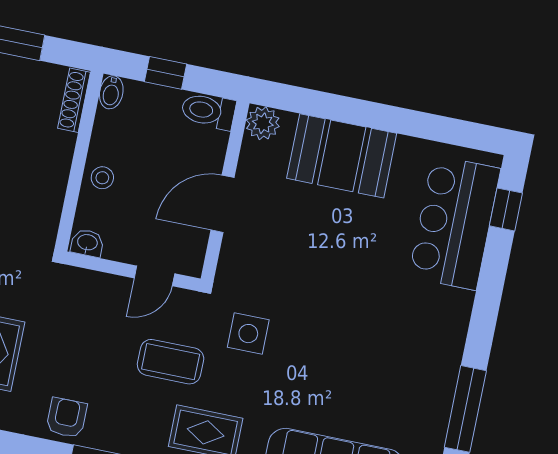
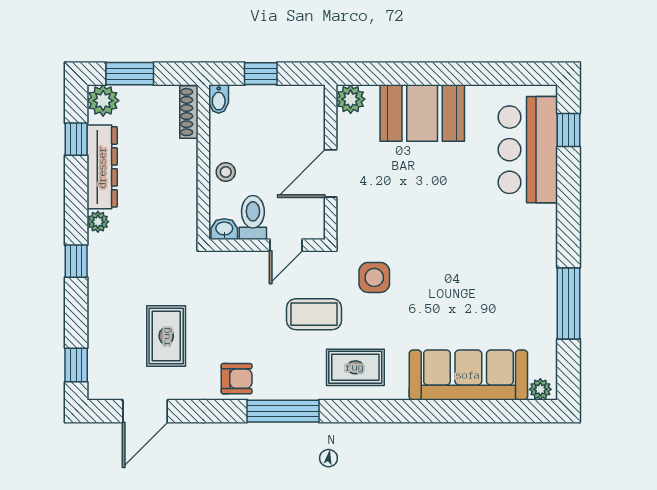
toilet: (208, 111) -> (253, 218), moved, turned 90
armchair: (67, 418) -> (237, 379), turned 90

